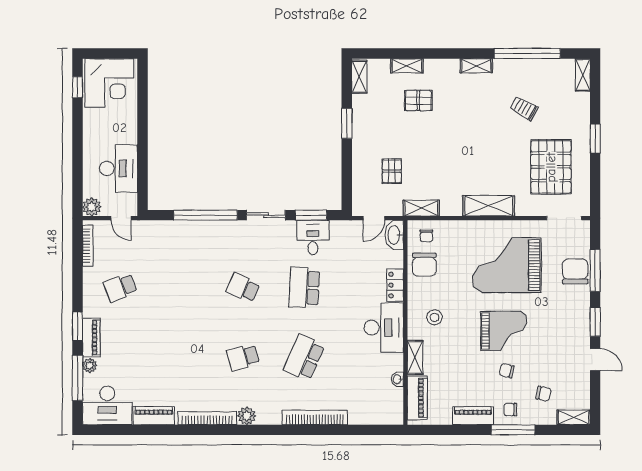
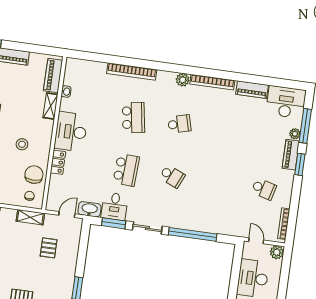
washbasin: (394, 235) -> (90, 209), moved, turned -90
school desk: (120, 288) -> (264, 189), turned 36
stool: (435, 317) -> (22, 144), moved
school desk: (304, 357) -> (133, 118), turned -33

